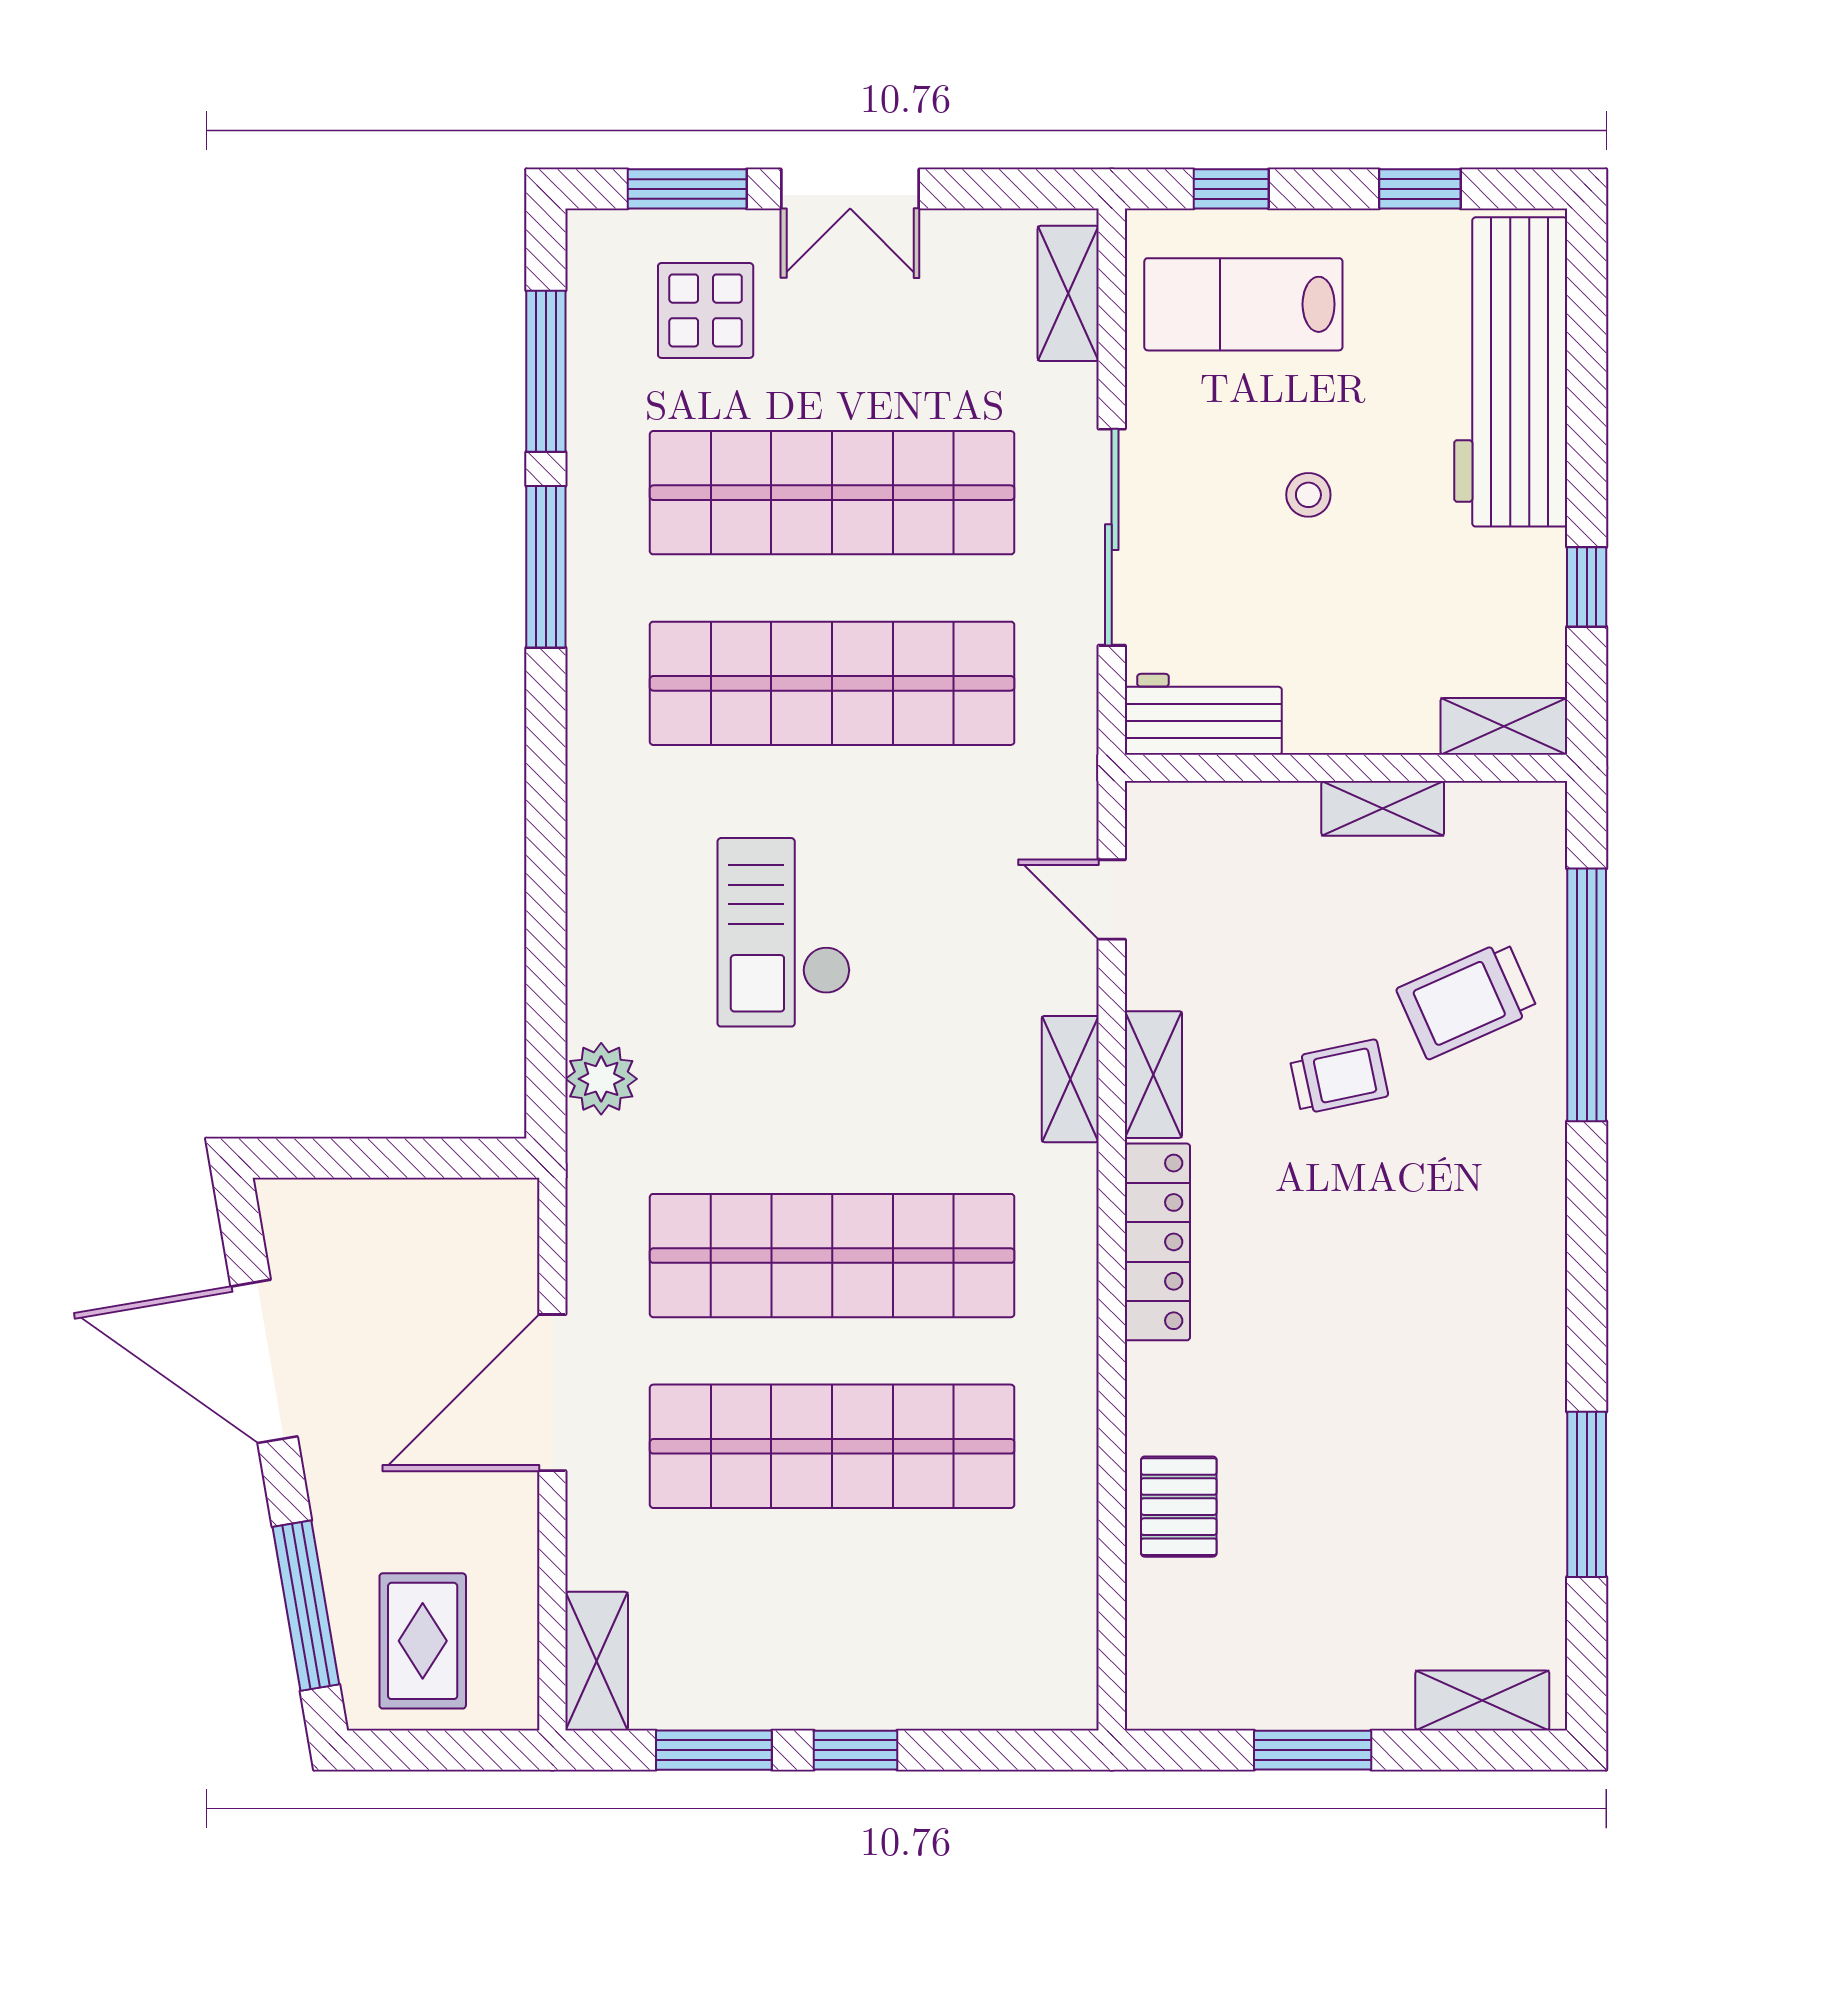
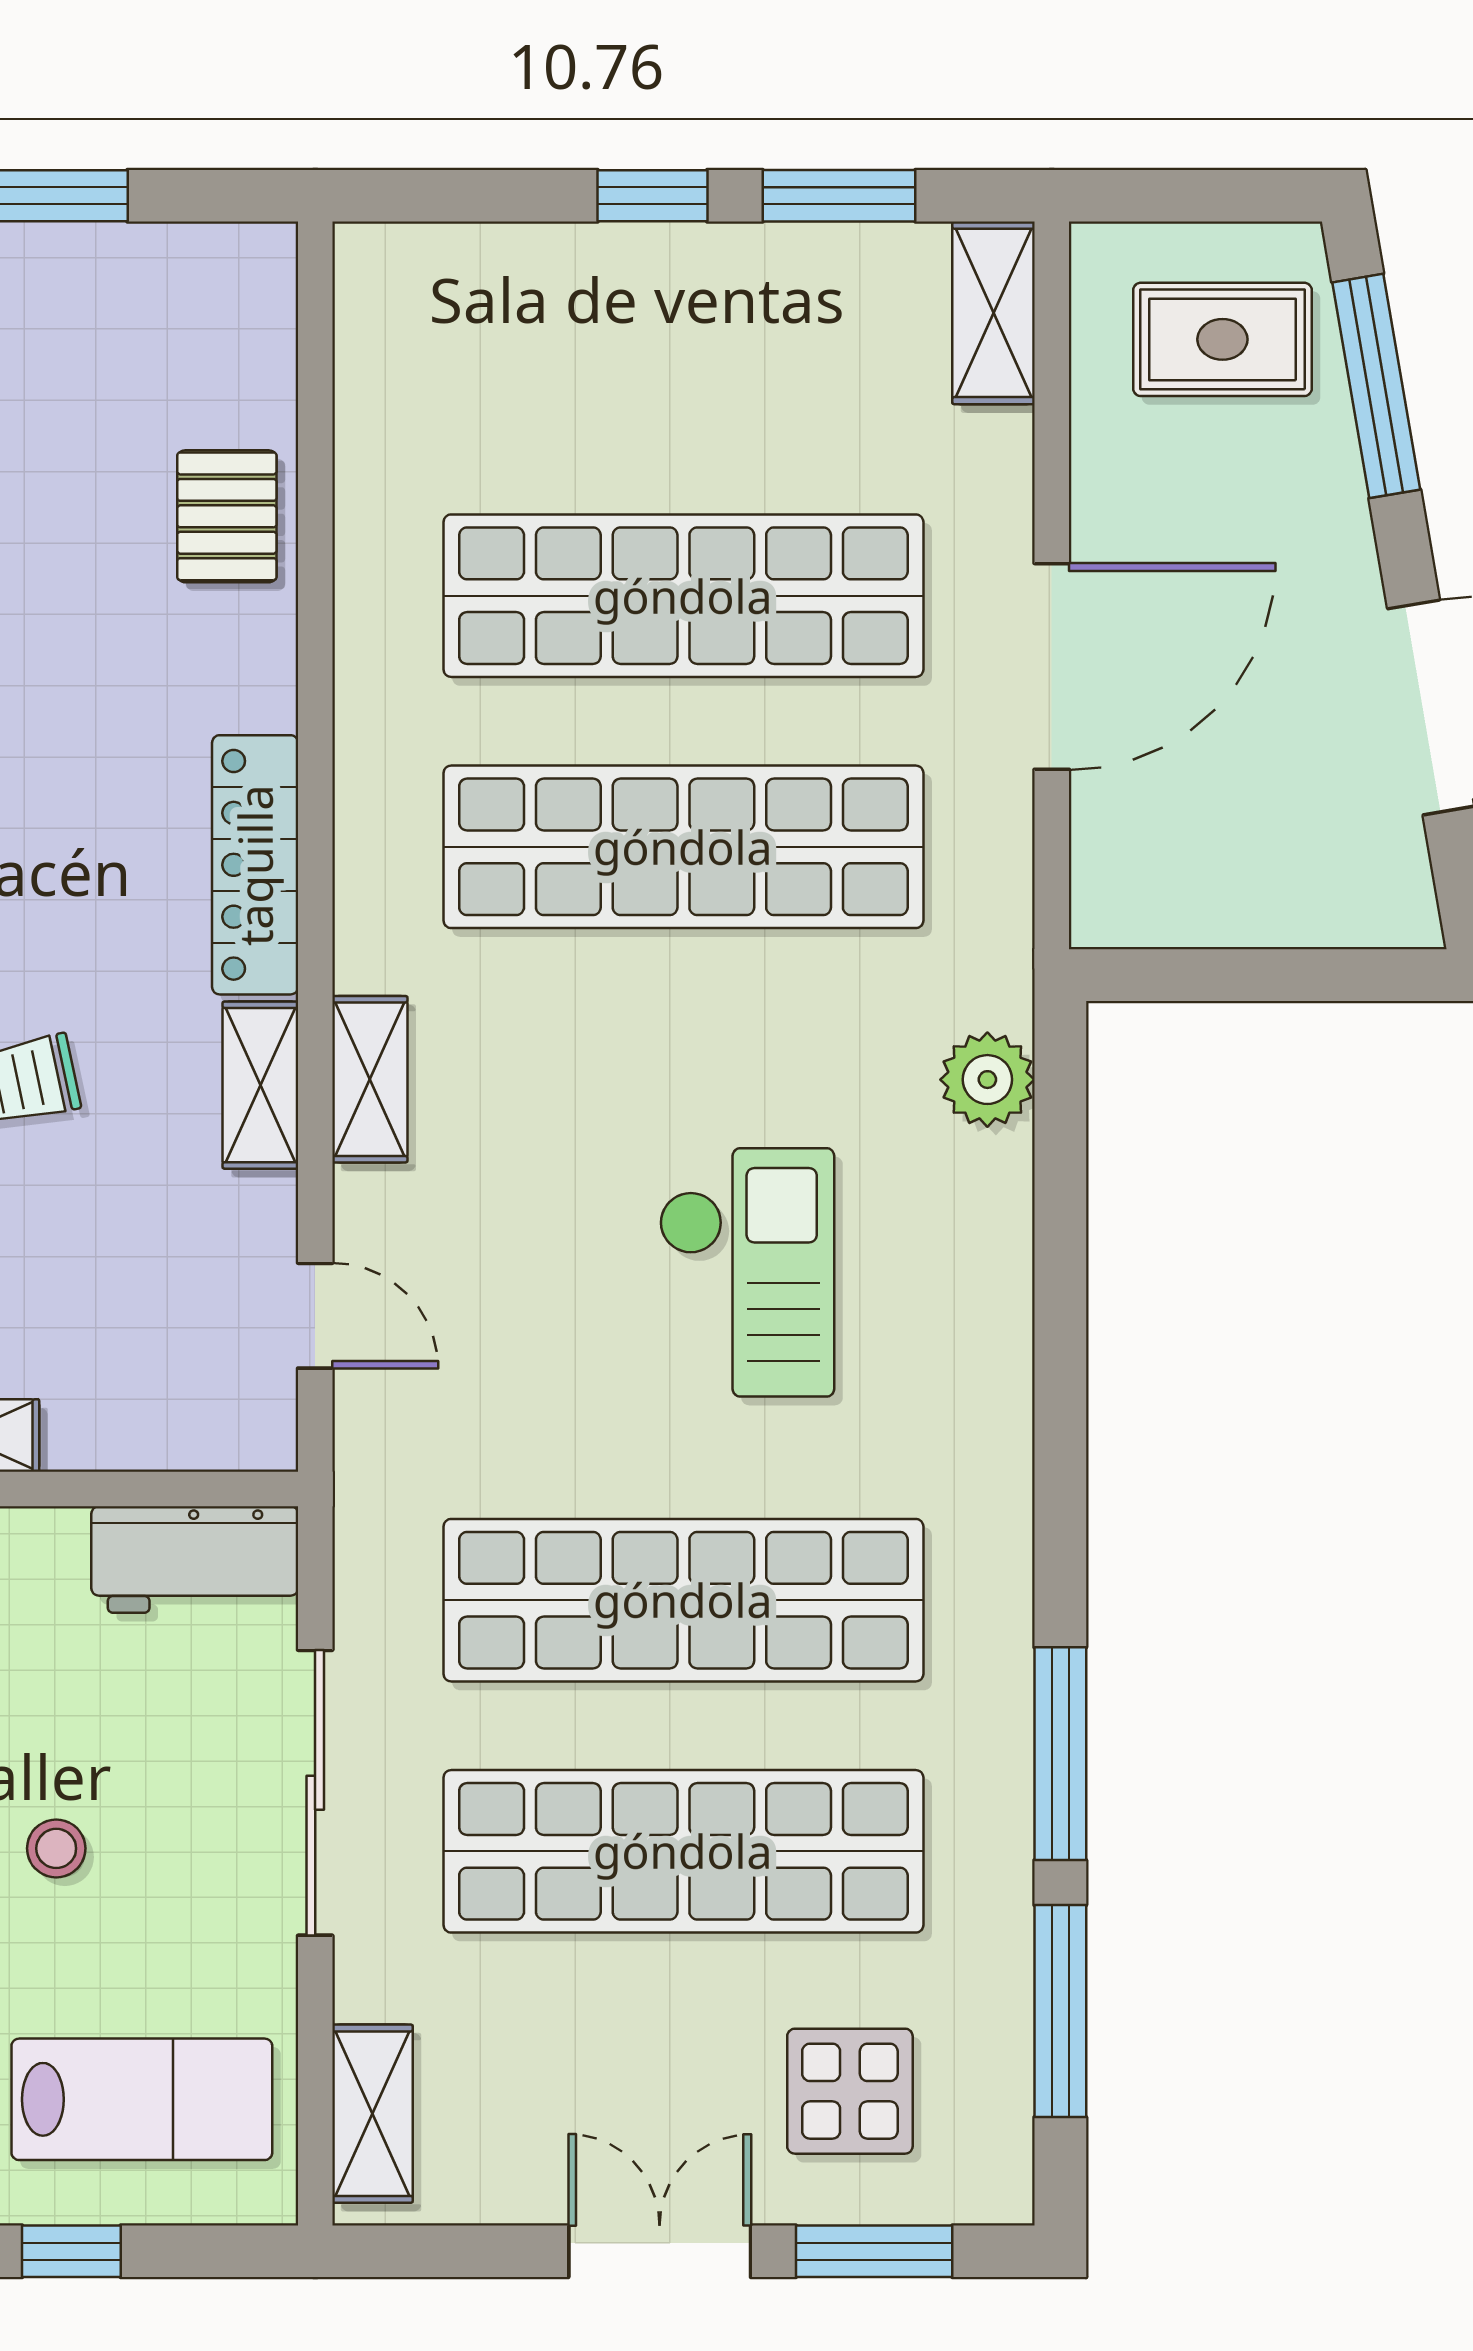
window: (1231, 189) -> (71, 2251), moved
rug: (423, 1641) -> (1222, 339), turned 90

